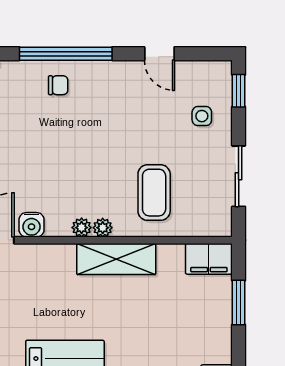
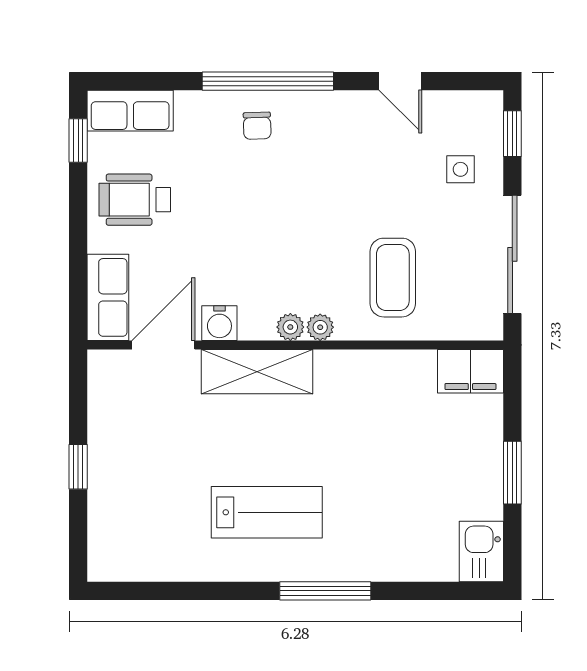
chair: (58, 85) -> (257, 126), turned 88
sliding door: (239, 176) -> (512, 254), width x1.37
shelving: (116, 259) -> (257, 372), moved
window: (239, 303) -> (512, 473), moved

